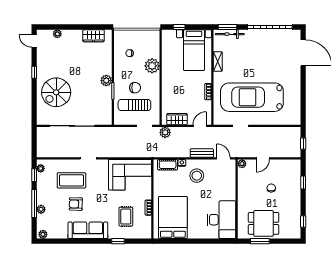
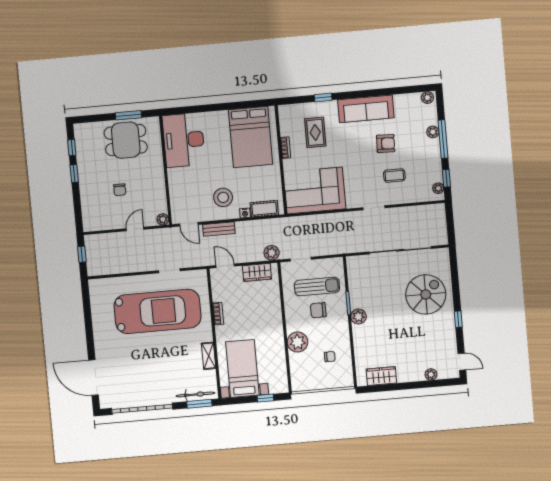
door: (200, 126) -> (225, 266), swing flipped
coffee table: (71, 180) -> (394, 176), width x0.54, depth x0.58
window: (303, 182) -> (74, 174), moved

